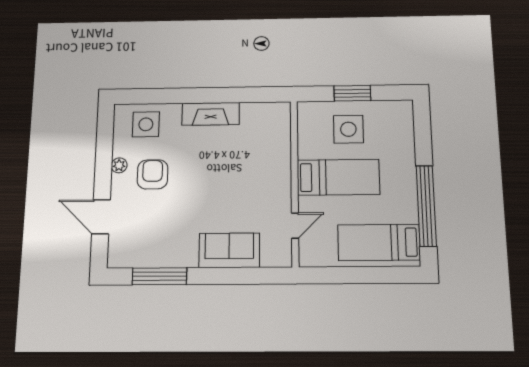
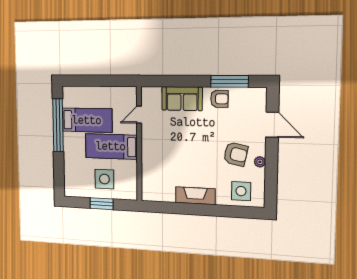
armchair: (153, 174) -> (236, 154), turned -78
bed: (379, 242) -> (87, 120), moved
armchair: (174, 251) -> (219, 99), added

